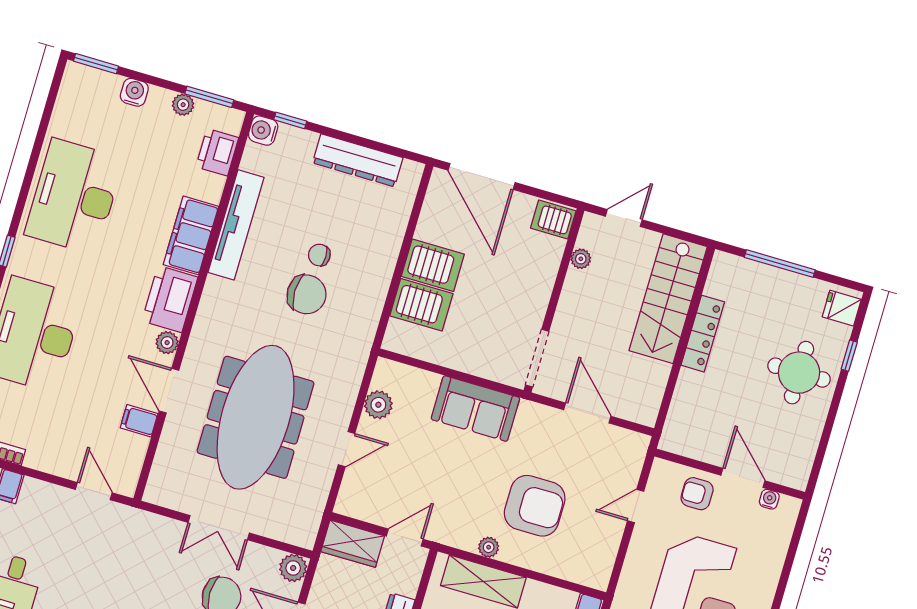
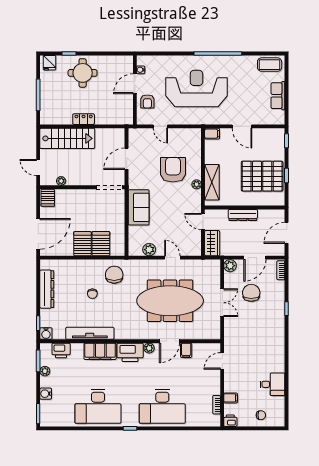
chair: (307, 294) -> (114, 275), moved
locker: (703, 334) -> (84, 119), width x0.66

